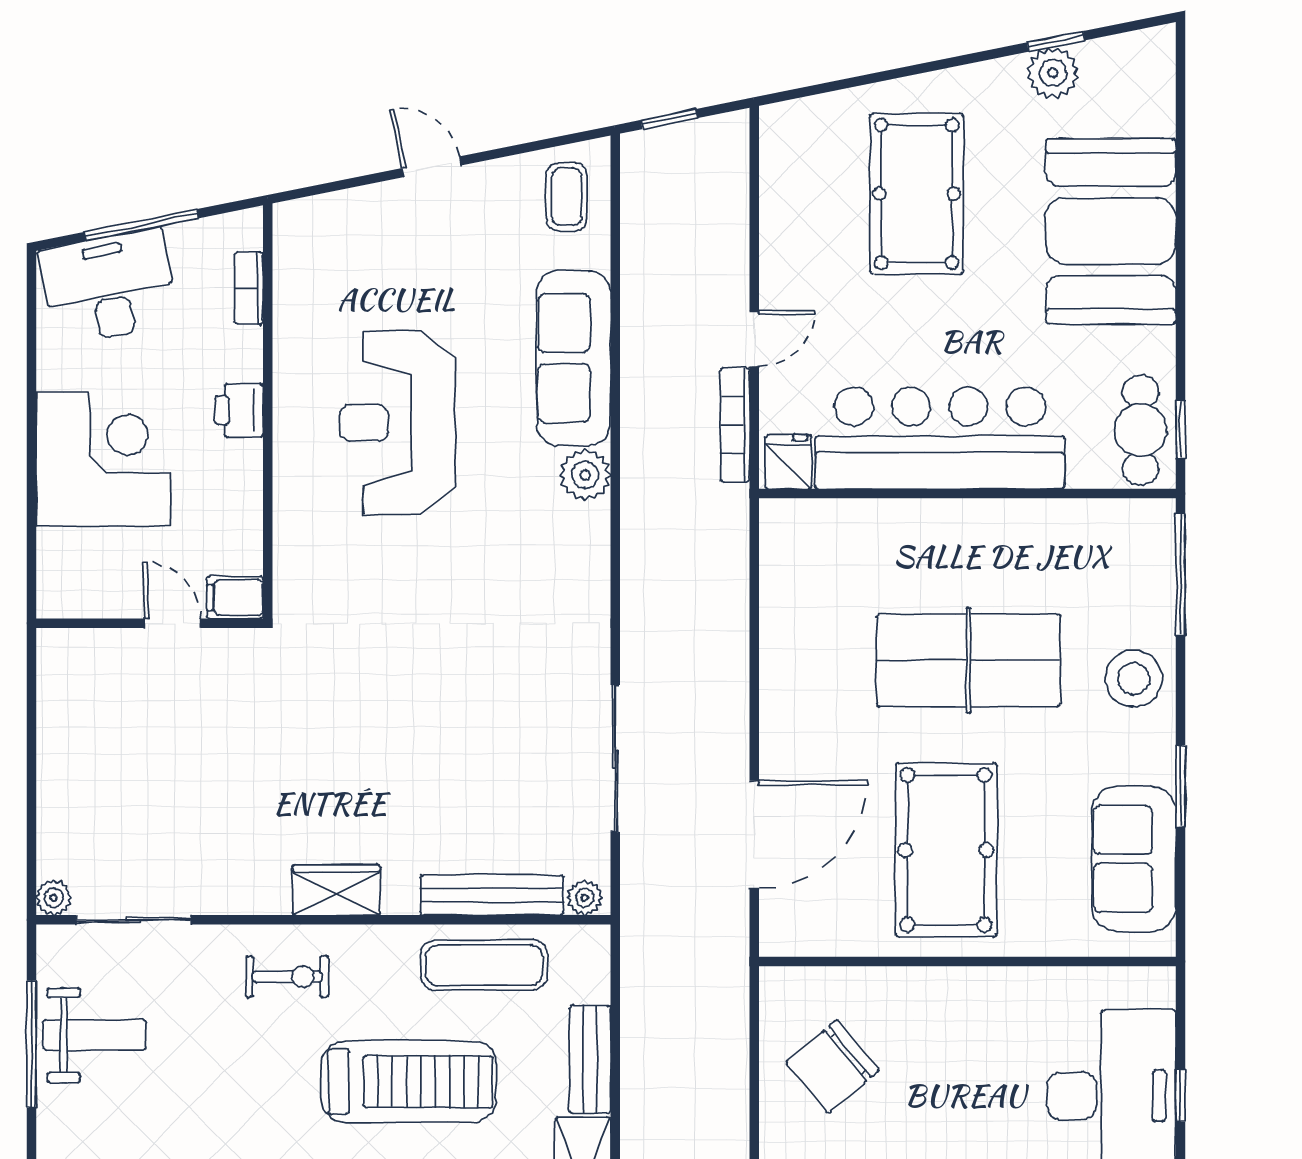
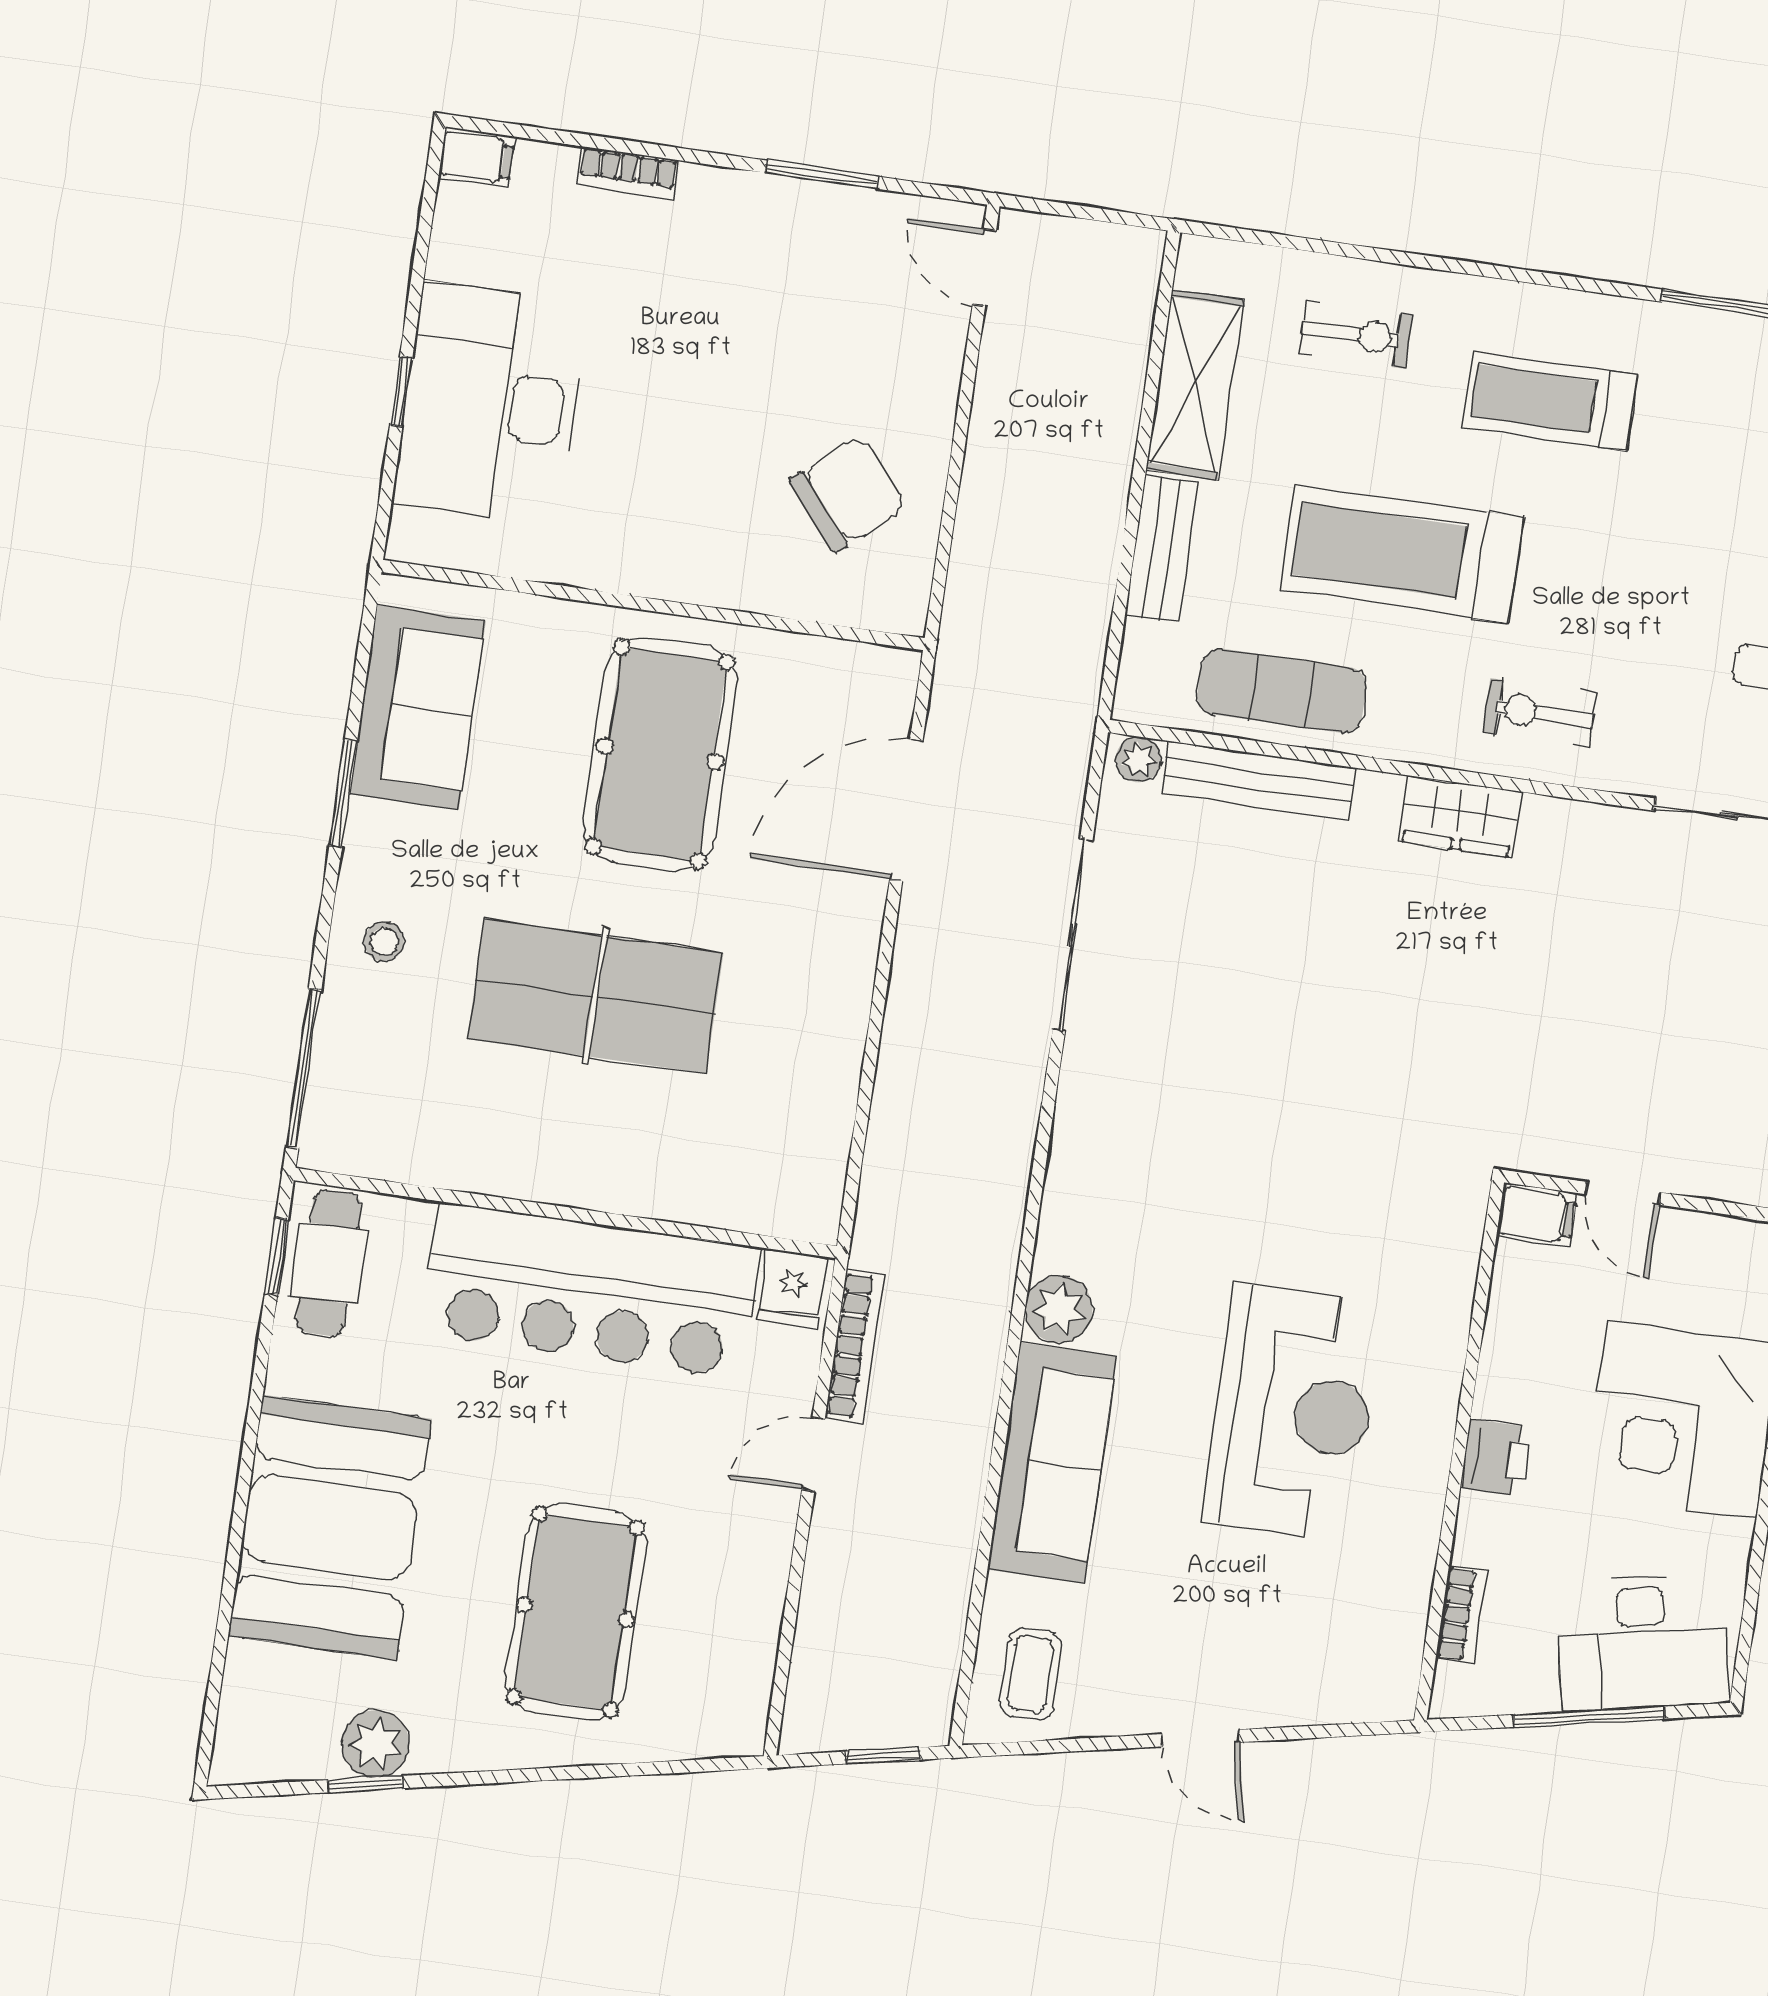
stool: (1134, 679) -> (384, 942), width x0.53, depth x0.53

